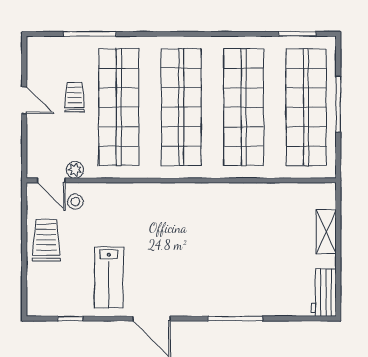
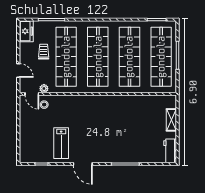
freezer: (40, 57) -> (26, 31), added
door: (24, 100) -> (18, 70), moved
trolley: (46, 240) -> (29, 124), removed

